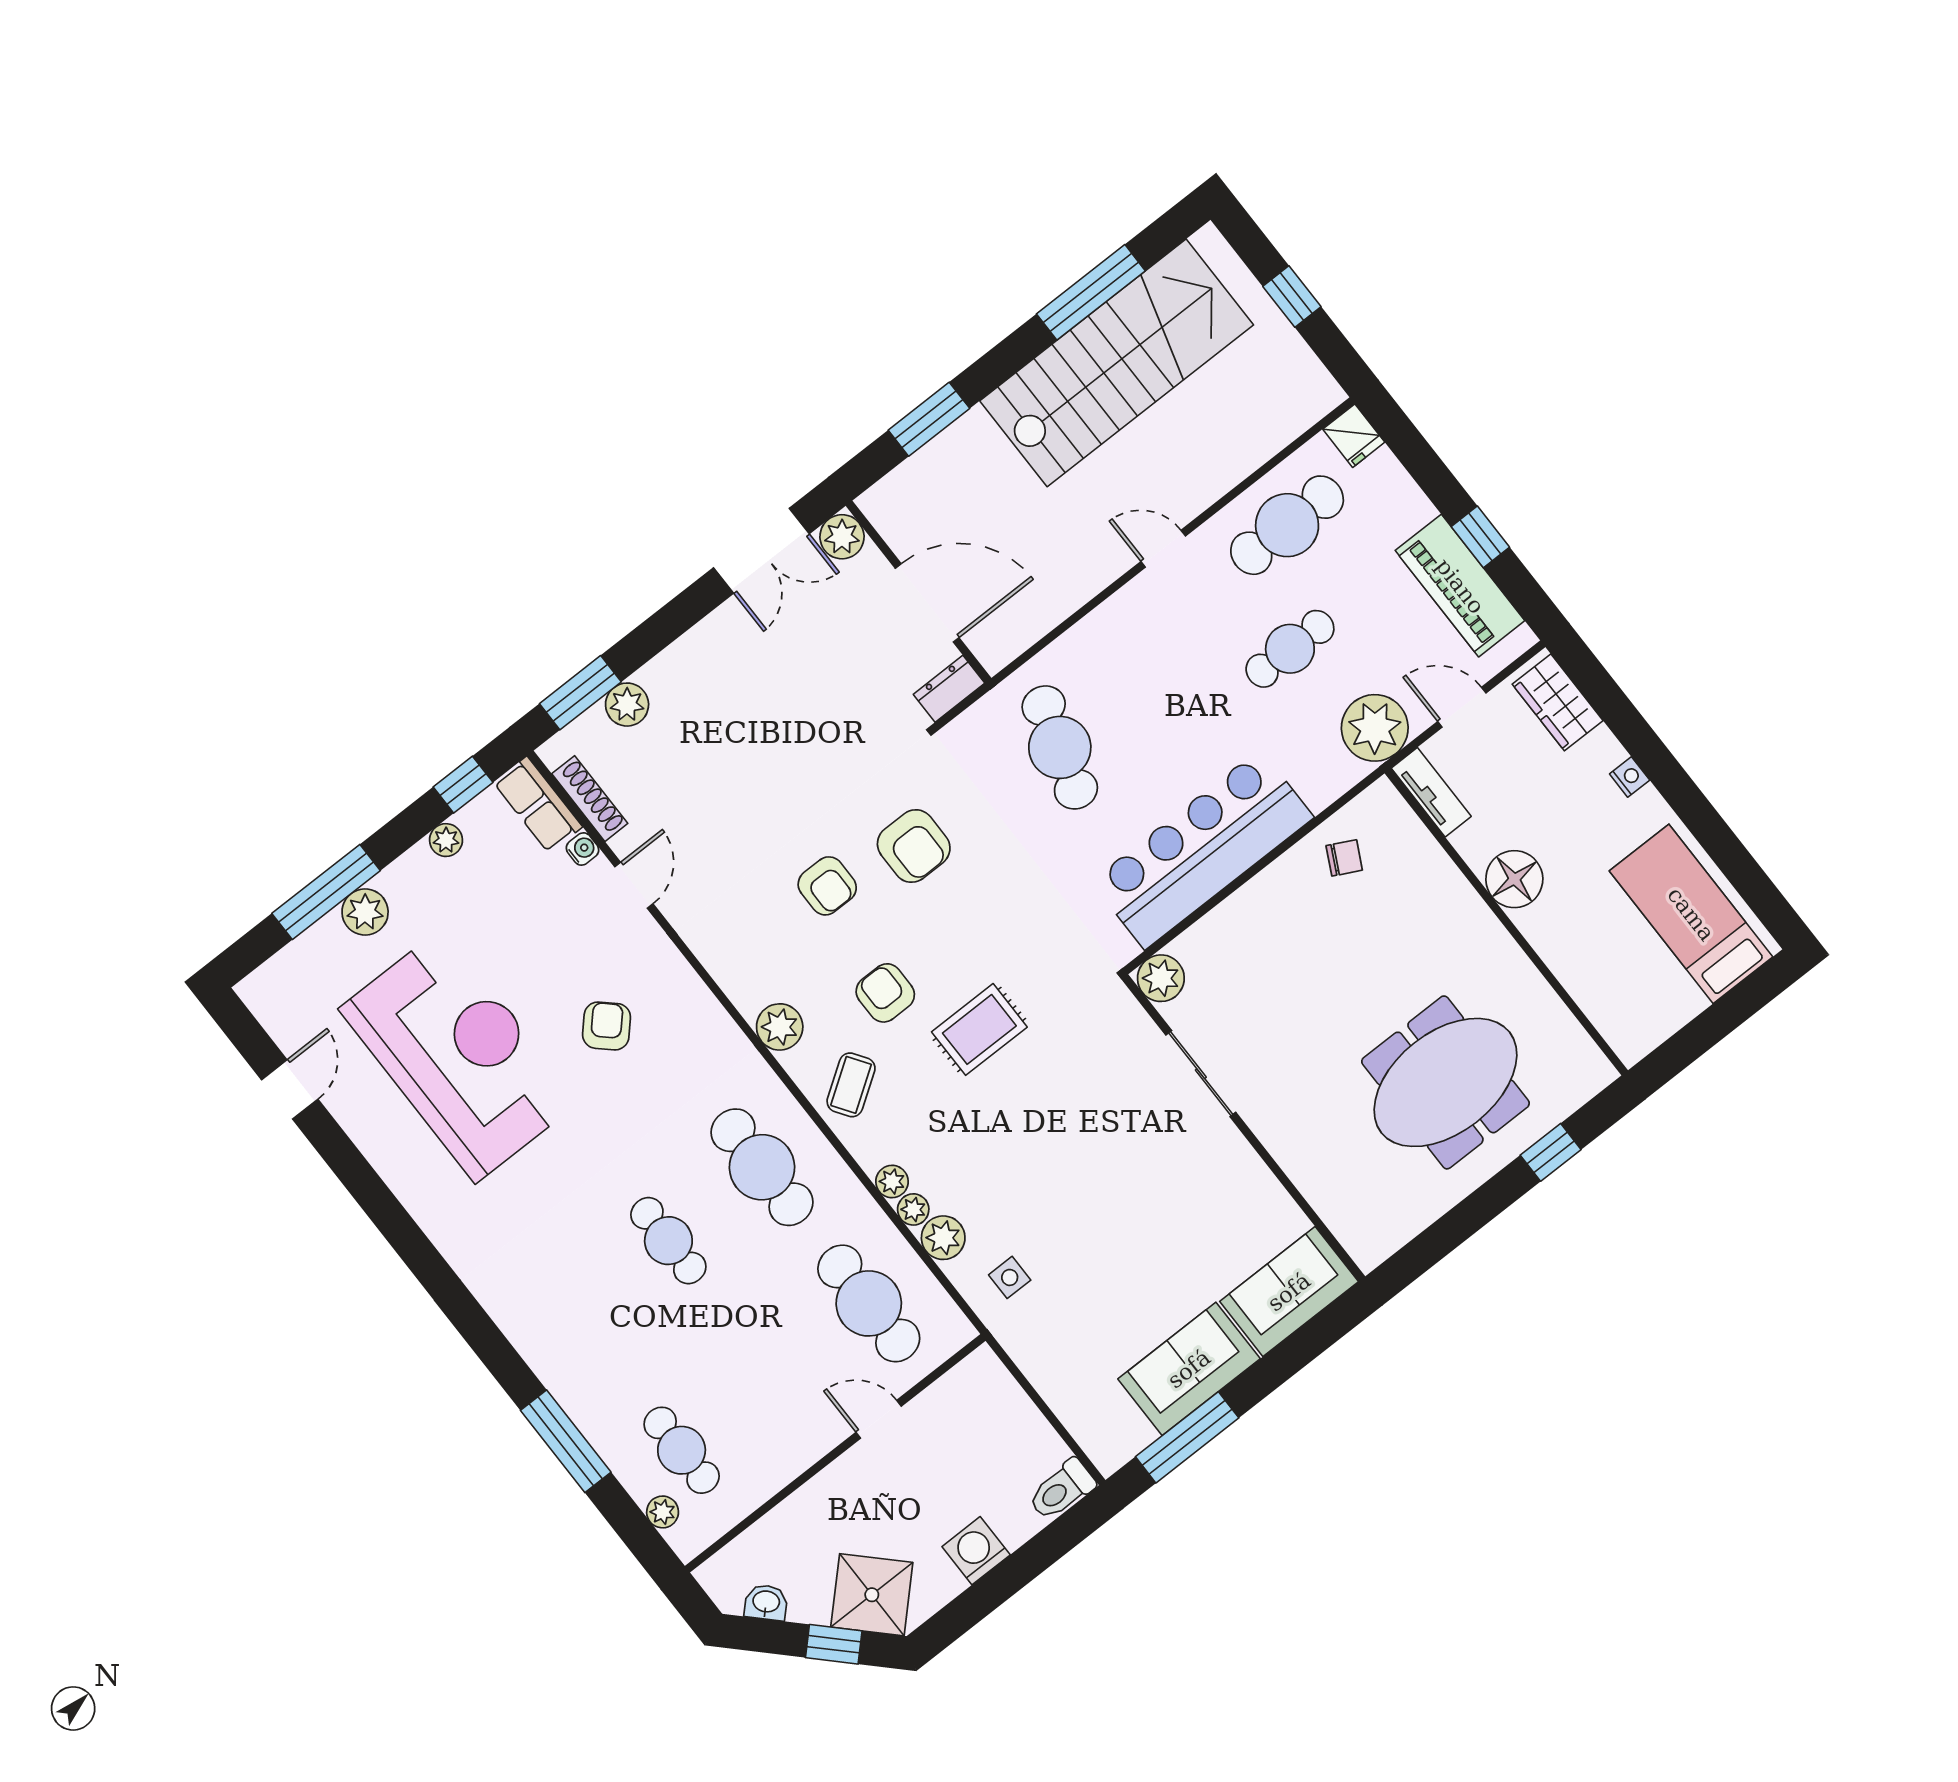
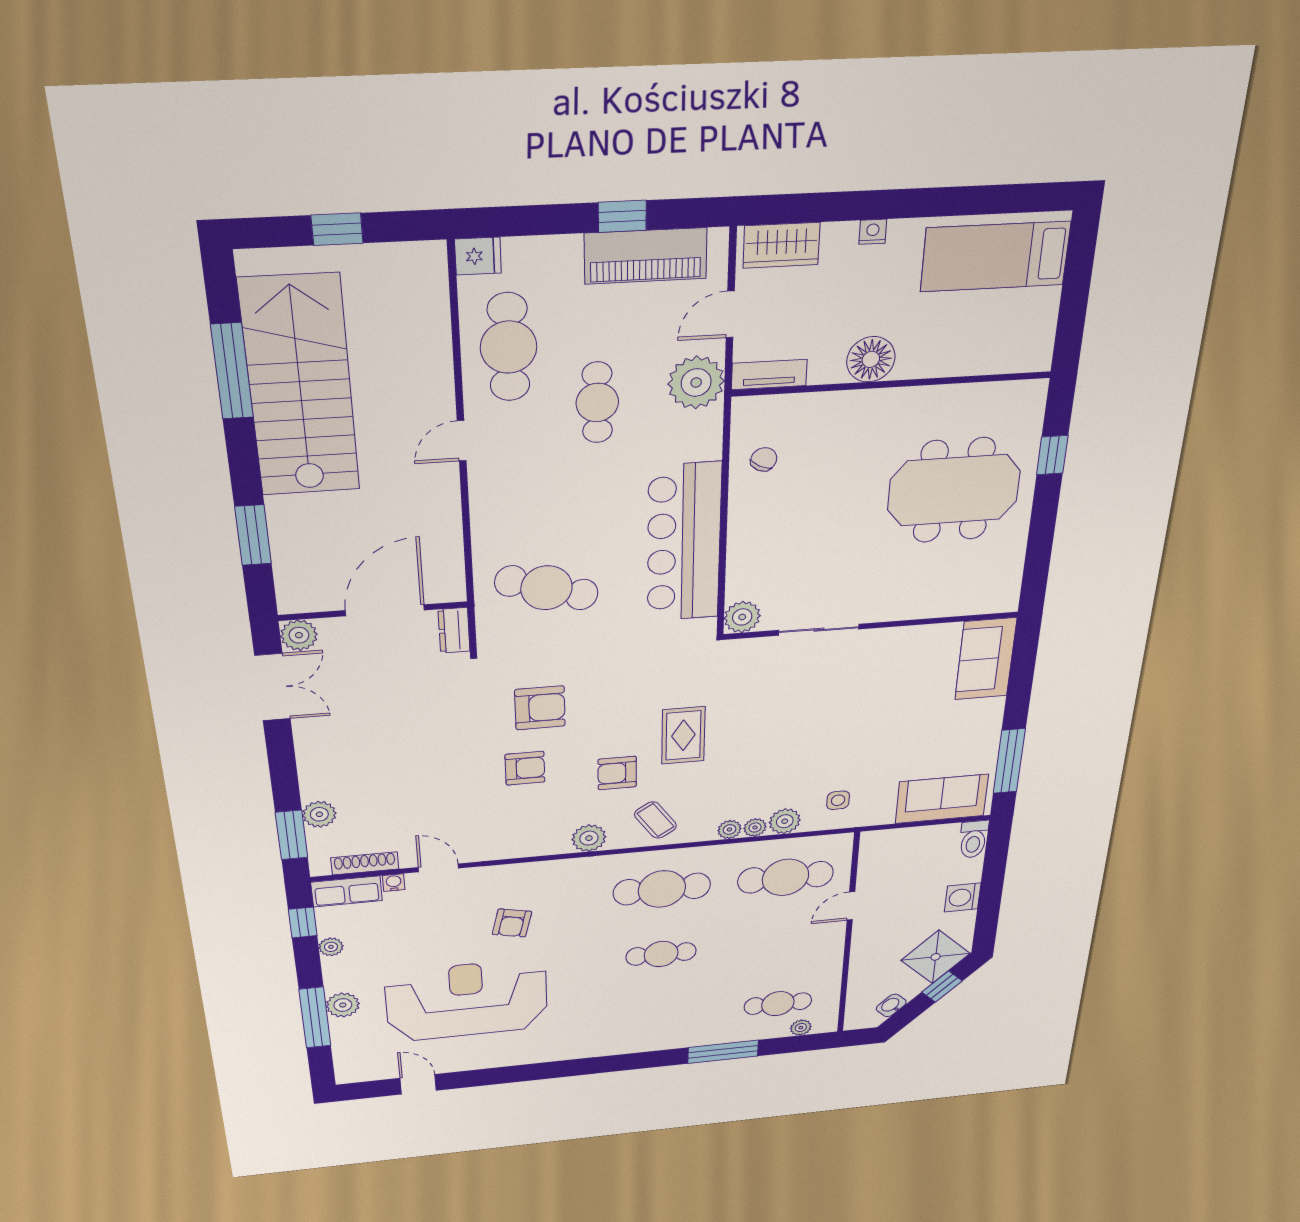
armchair: (607, 1026) -> (512, 923), turned -120
meeting table: (1445, 1082) -> (954, 490), turned 90
sofa: (1189, 1369) -> (942, 799), moved, turned 90

